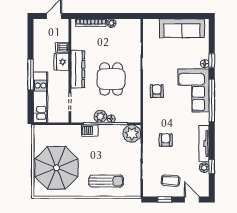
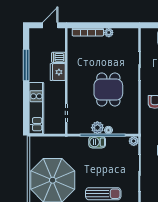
dresser: (78, 69) -> (74, 79), removed
window: (31, 75) -> (26, 65), moved
barbecue: (90, 131) -> (97, 142), moved
plant: (132, 134) -> (134, 141), width x0.53, depth x0.53

